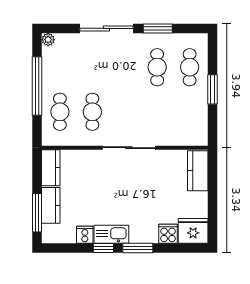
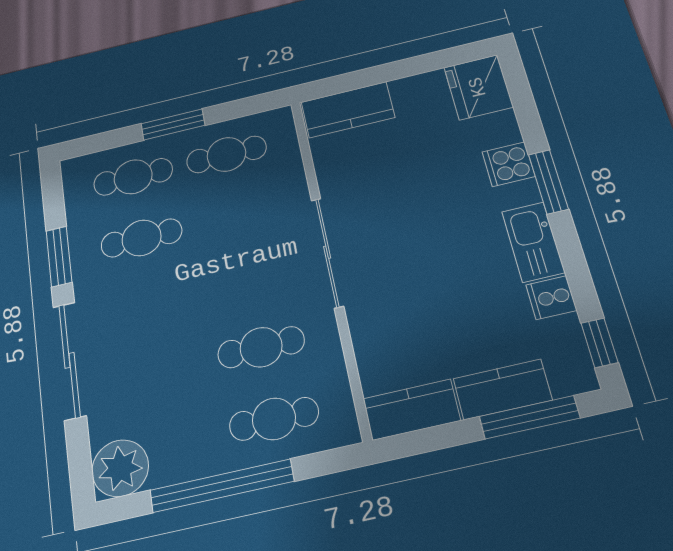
plant: (48, 40) -> (120, 468), width x1.88, depth x1.88
cafe table: (190, 112) -> (226, 154), added
cooker: (168, 234) -> (508, 164), moved
window: (103, 248) -> (599, 343), moved

